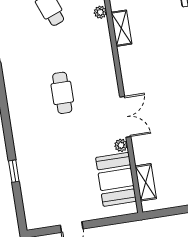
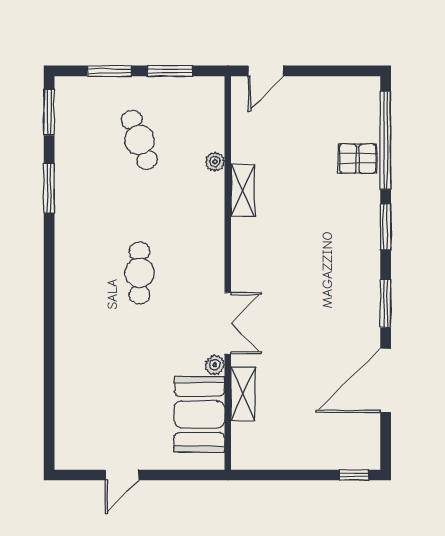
window: (14, 171) -> (49, 378), removed
shelving: (146, 182) -> (243, 394), moved

